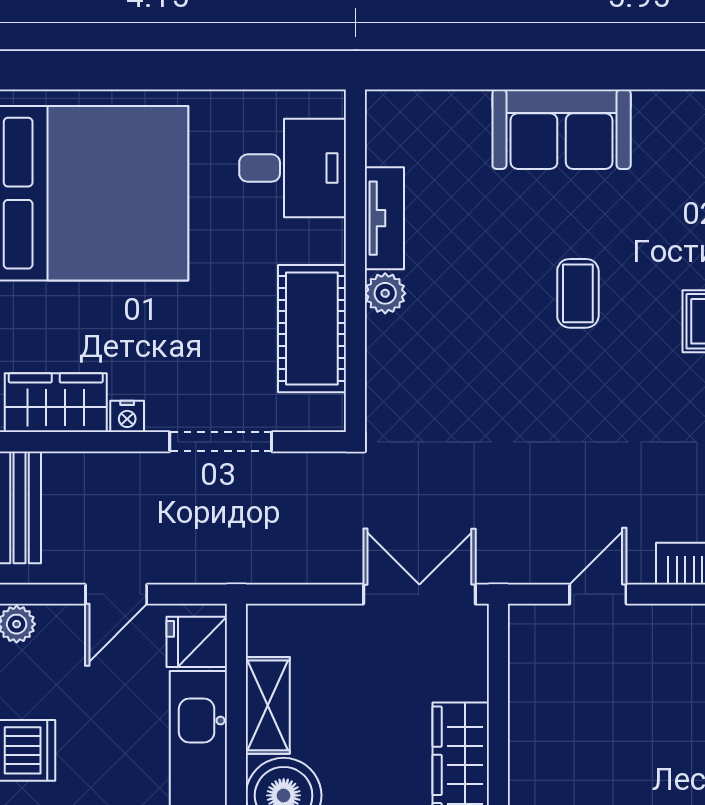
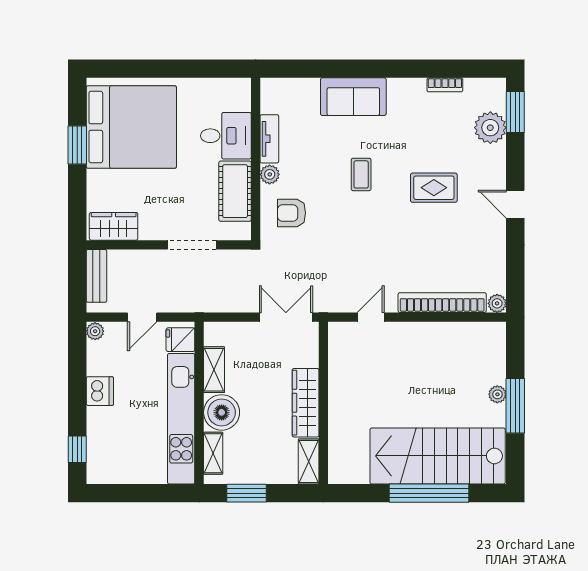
desk: (293, 168) -> (226, 136), moved
armchair: (431, 375) -> (292, 213), added
nightstand: (127, 416) -> (147, 233), removed

